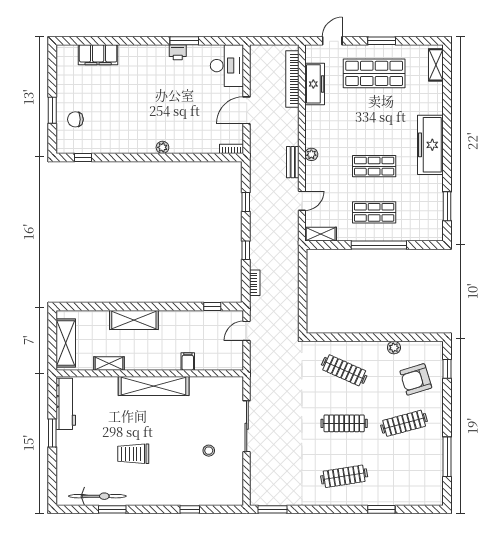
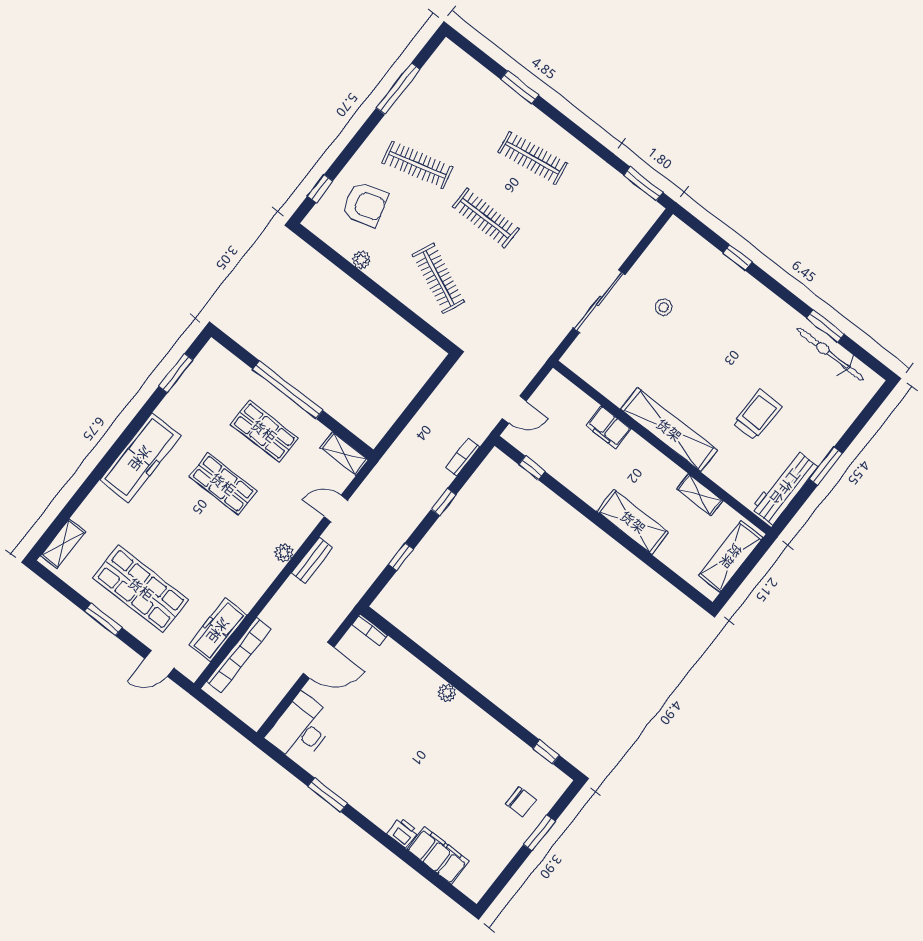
printer: (178, 52) -> (402, 832), moved
filing cabinet: (188, 361) -> (608, 427), width x2.00
trolley: (133, 454) -> (757, 415), moved, turned -90

